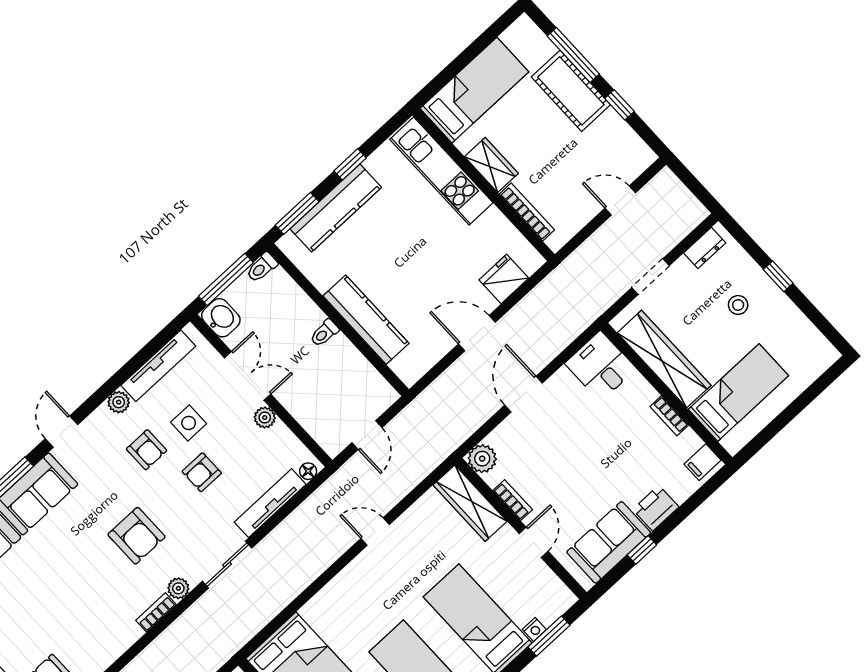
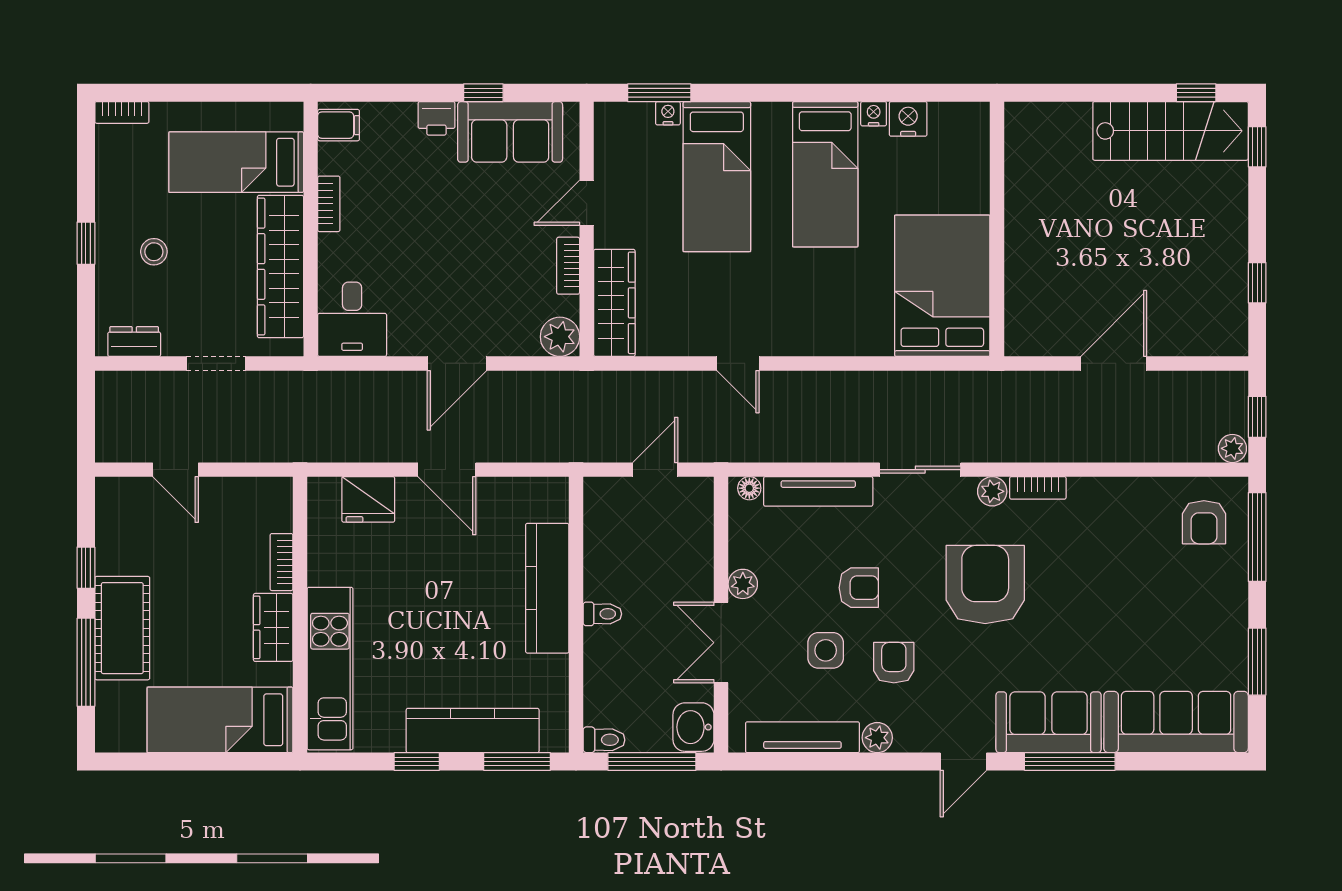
bookcase: (527, 212) -> (282, 562), width x0.64
bookcase: (823, 363) -> (122, 112), added
printer: (656, 508) -> (436, 118), width x0.73, depth x0.81
armchair: (136, 536) -> (985, 585), width x1.36, depth x1.36

